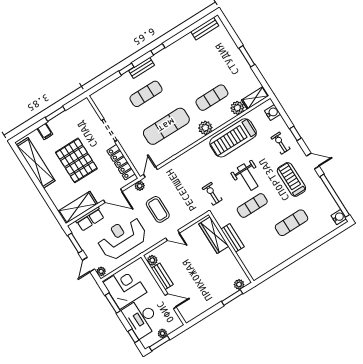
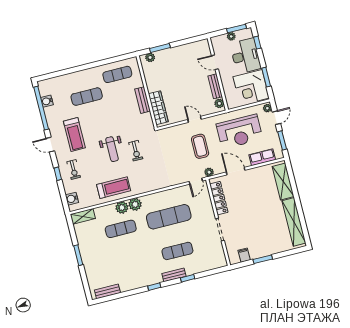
plant: (237, 108) -> (122, 207), moved
filing cabinet: (45, 131) -> (244, 255), moved
treadmill: (233, 138) -> (114, 188), width x0.73, depth x0.73
pallet: (76, 160) -> (257, 212), removed
weight bench: (248, 177) -> (112, 149), turned 180
exercise bike: (212, 194) -> (136, 151), moved
exercise mat: (252, 206) -> (117, 74), moved
shelving: (78, 207) -> (283, 181), moved, turned 90
water cooler: (339, 217) -> (47, 101), moved

